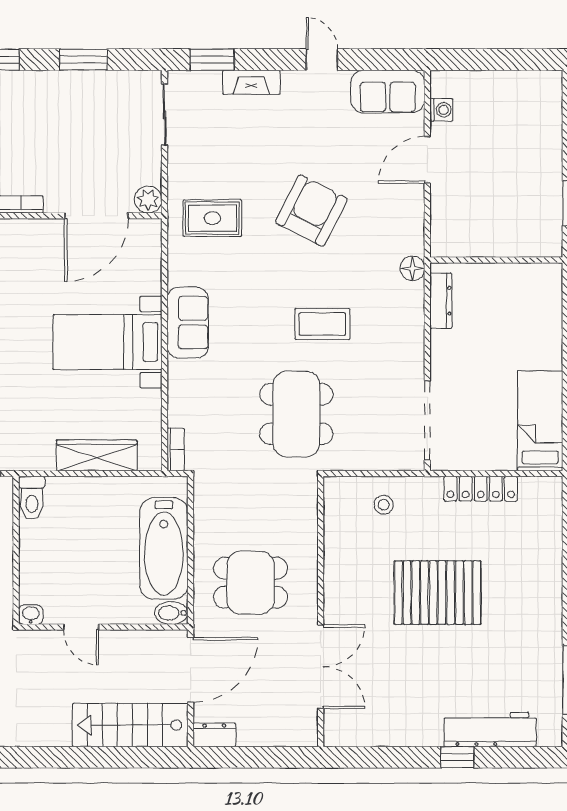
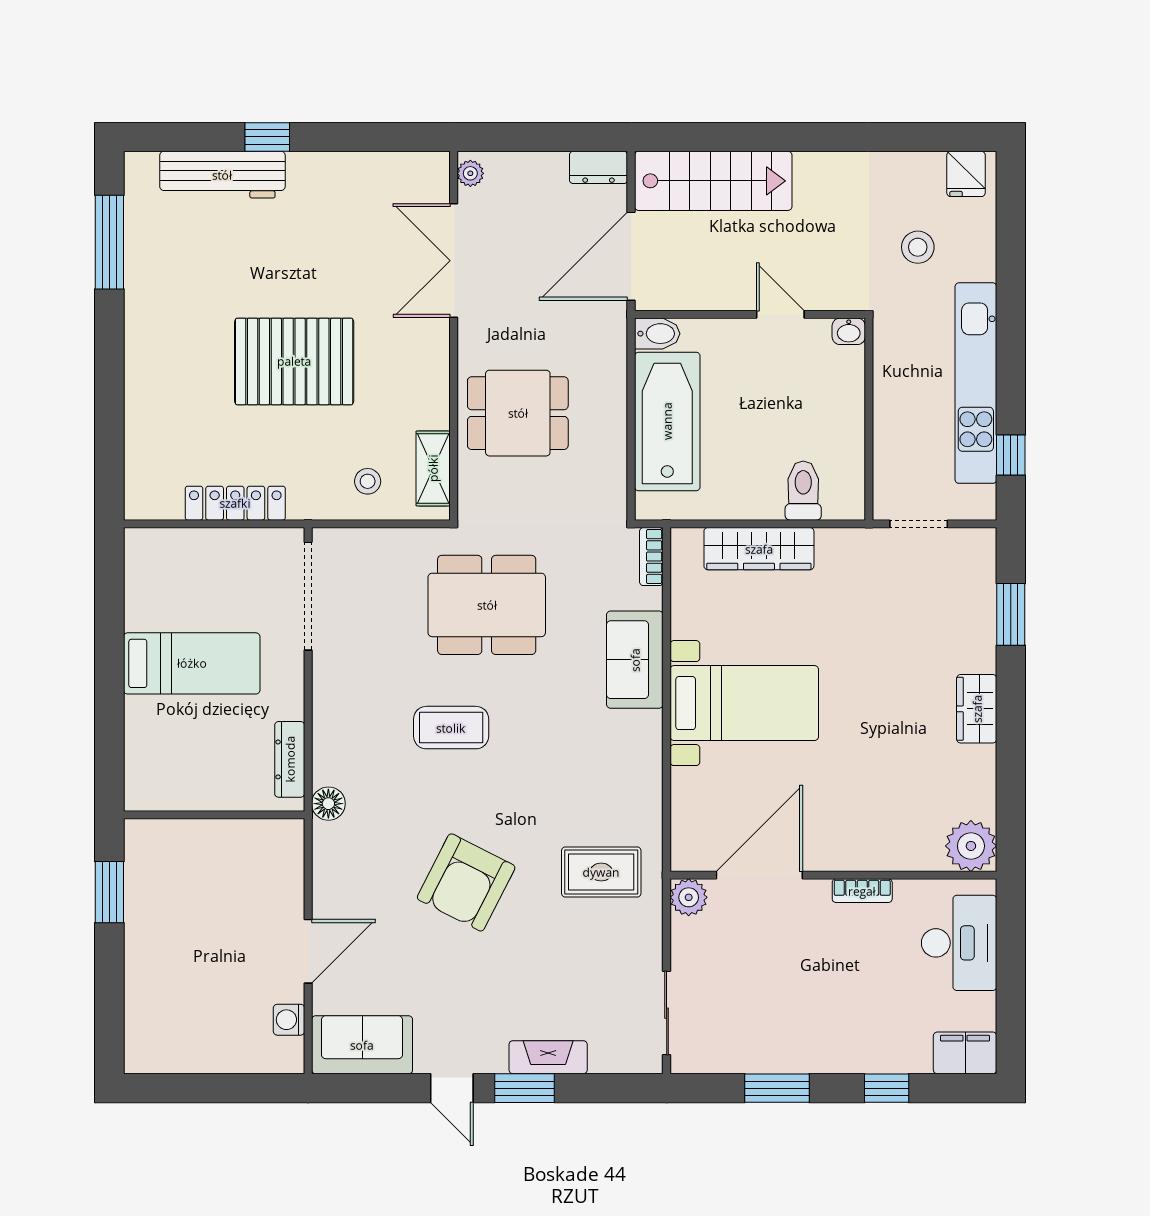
window: (212, 60) -> (524, 1088), moved
sofa: (188, 323) -> (635, 660), moved
dining table: (296, 414) -> (487, 605), turned 90
bed: (540, 421) -> (192, 663), moved, turned -90
toilet: (32, 498) -> (803, 491), moved
shelving: (336, 514) -> (433, 468), added
dining table: (251, 583) -> (518, 413), moved
plant: (308, 731) -> (470, 173), added

